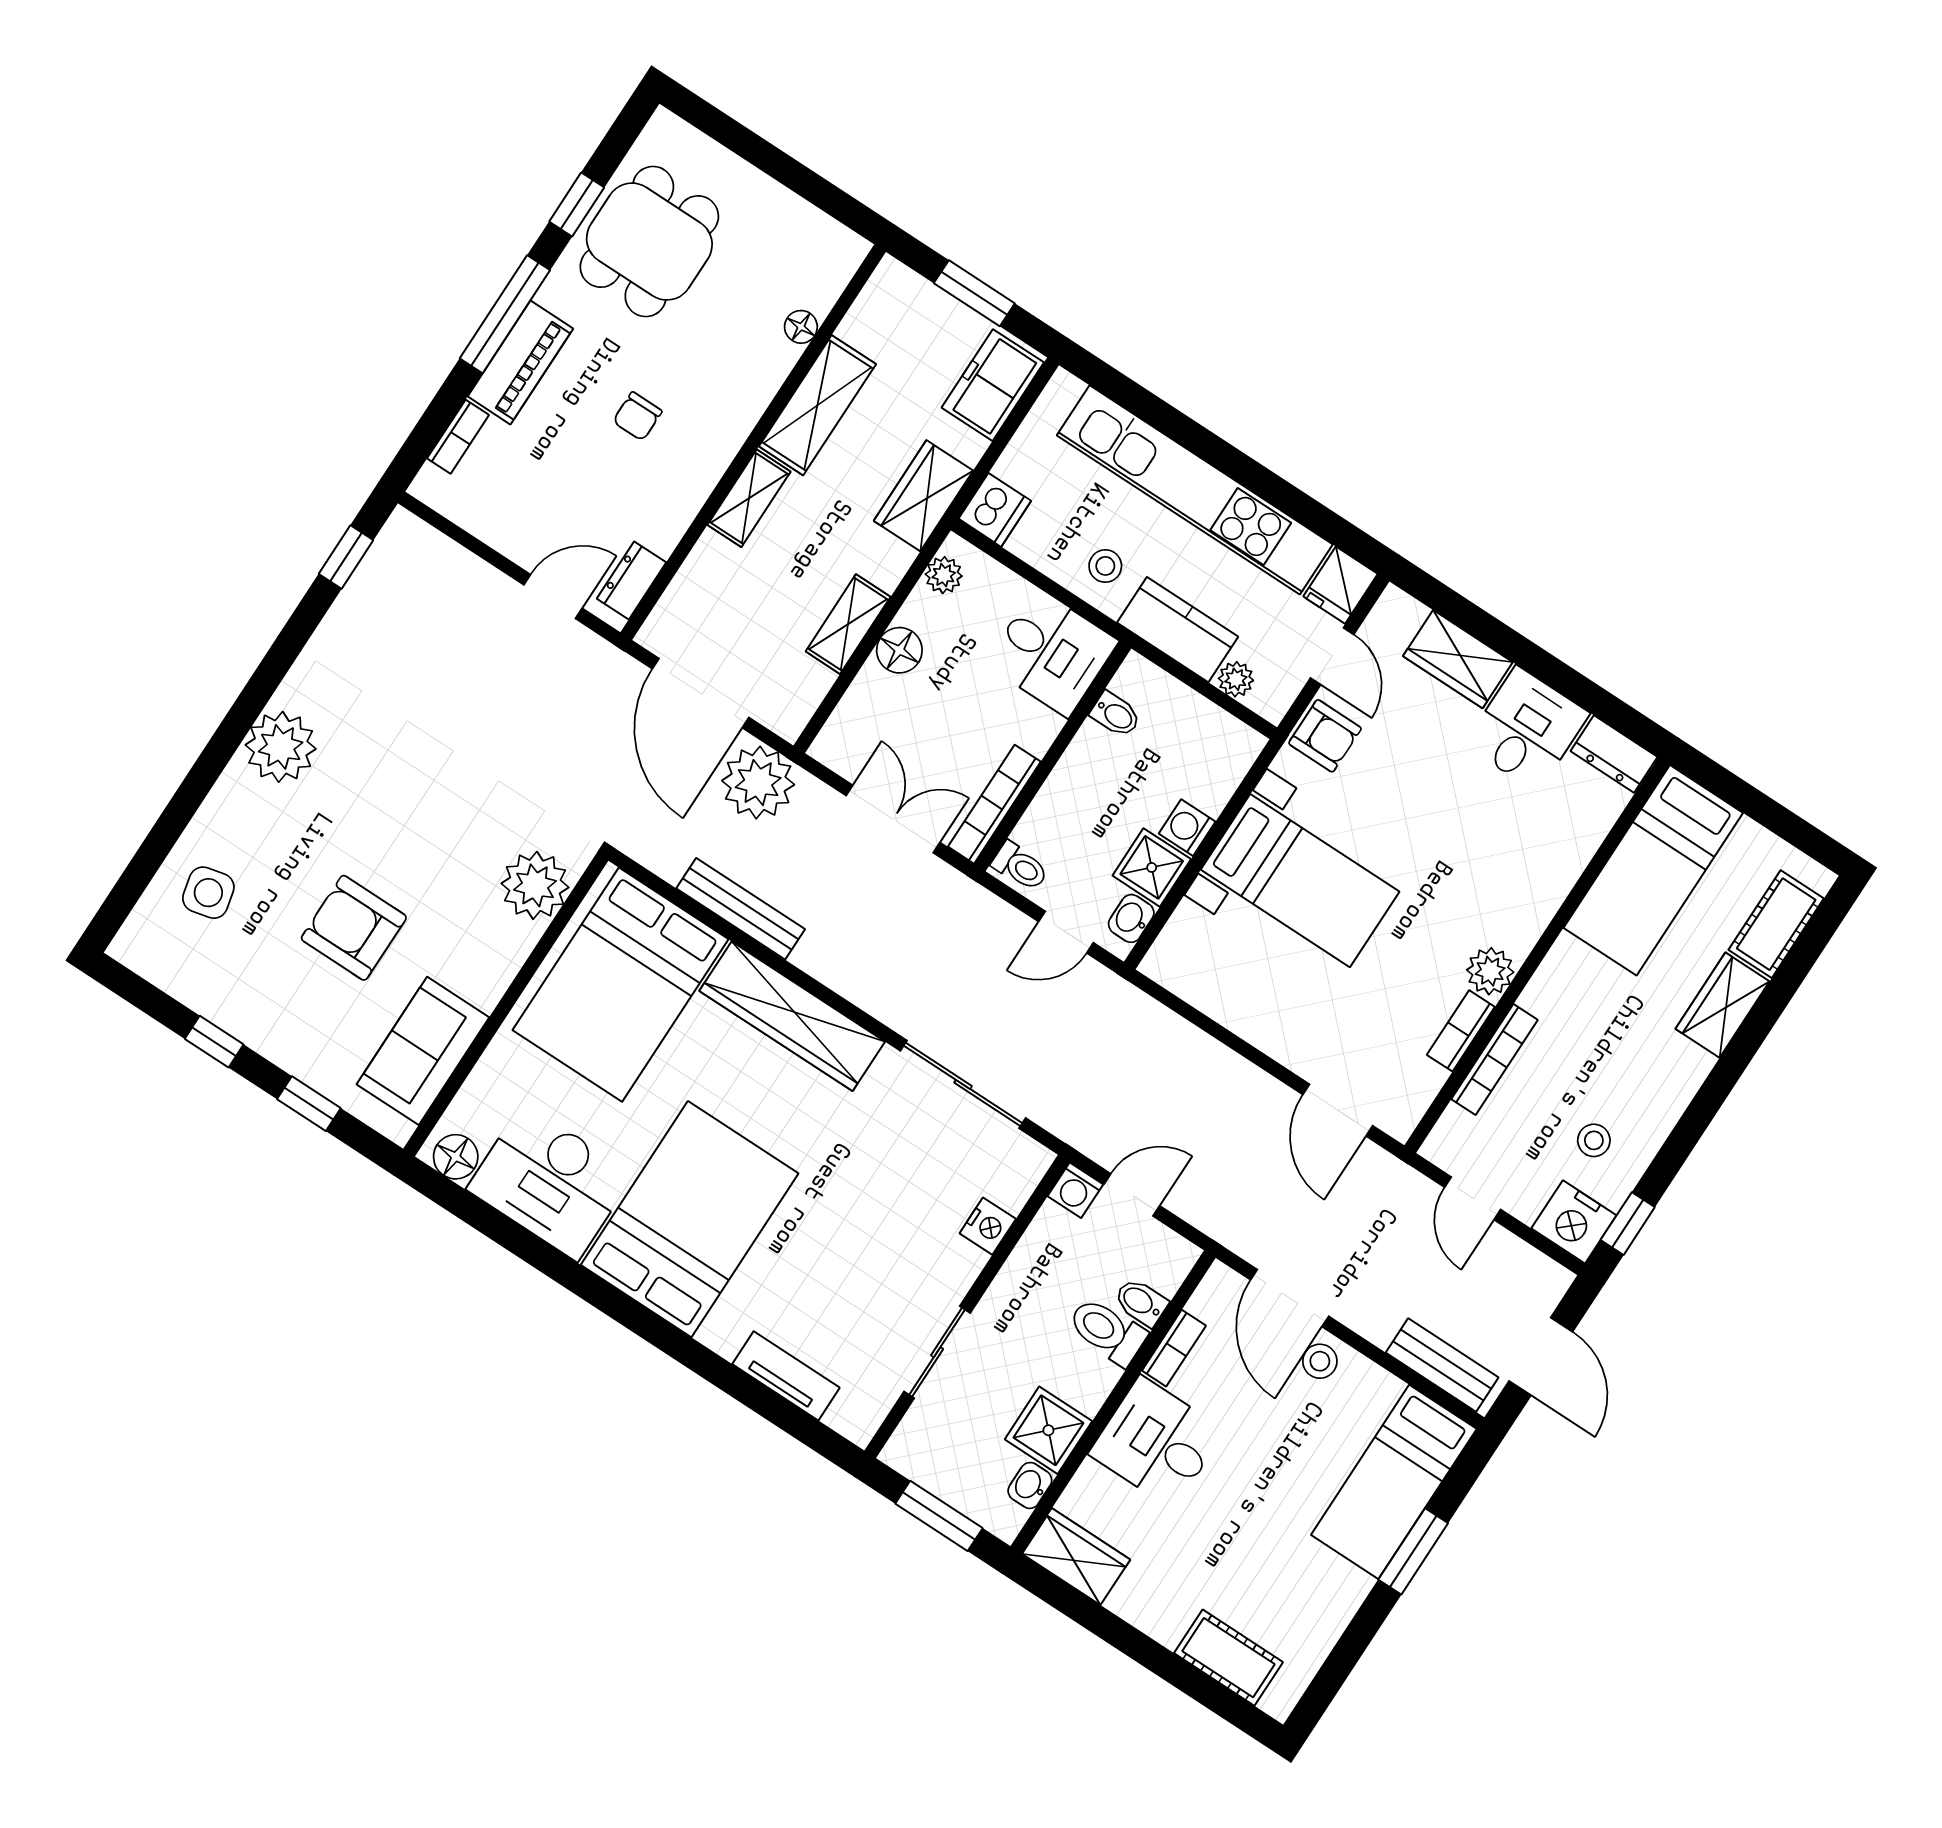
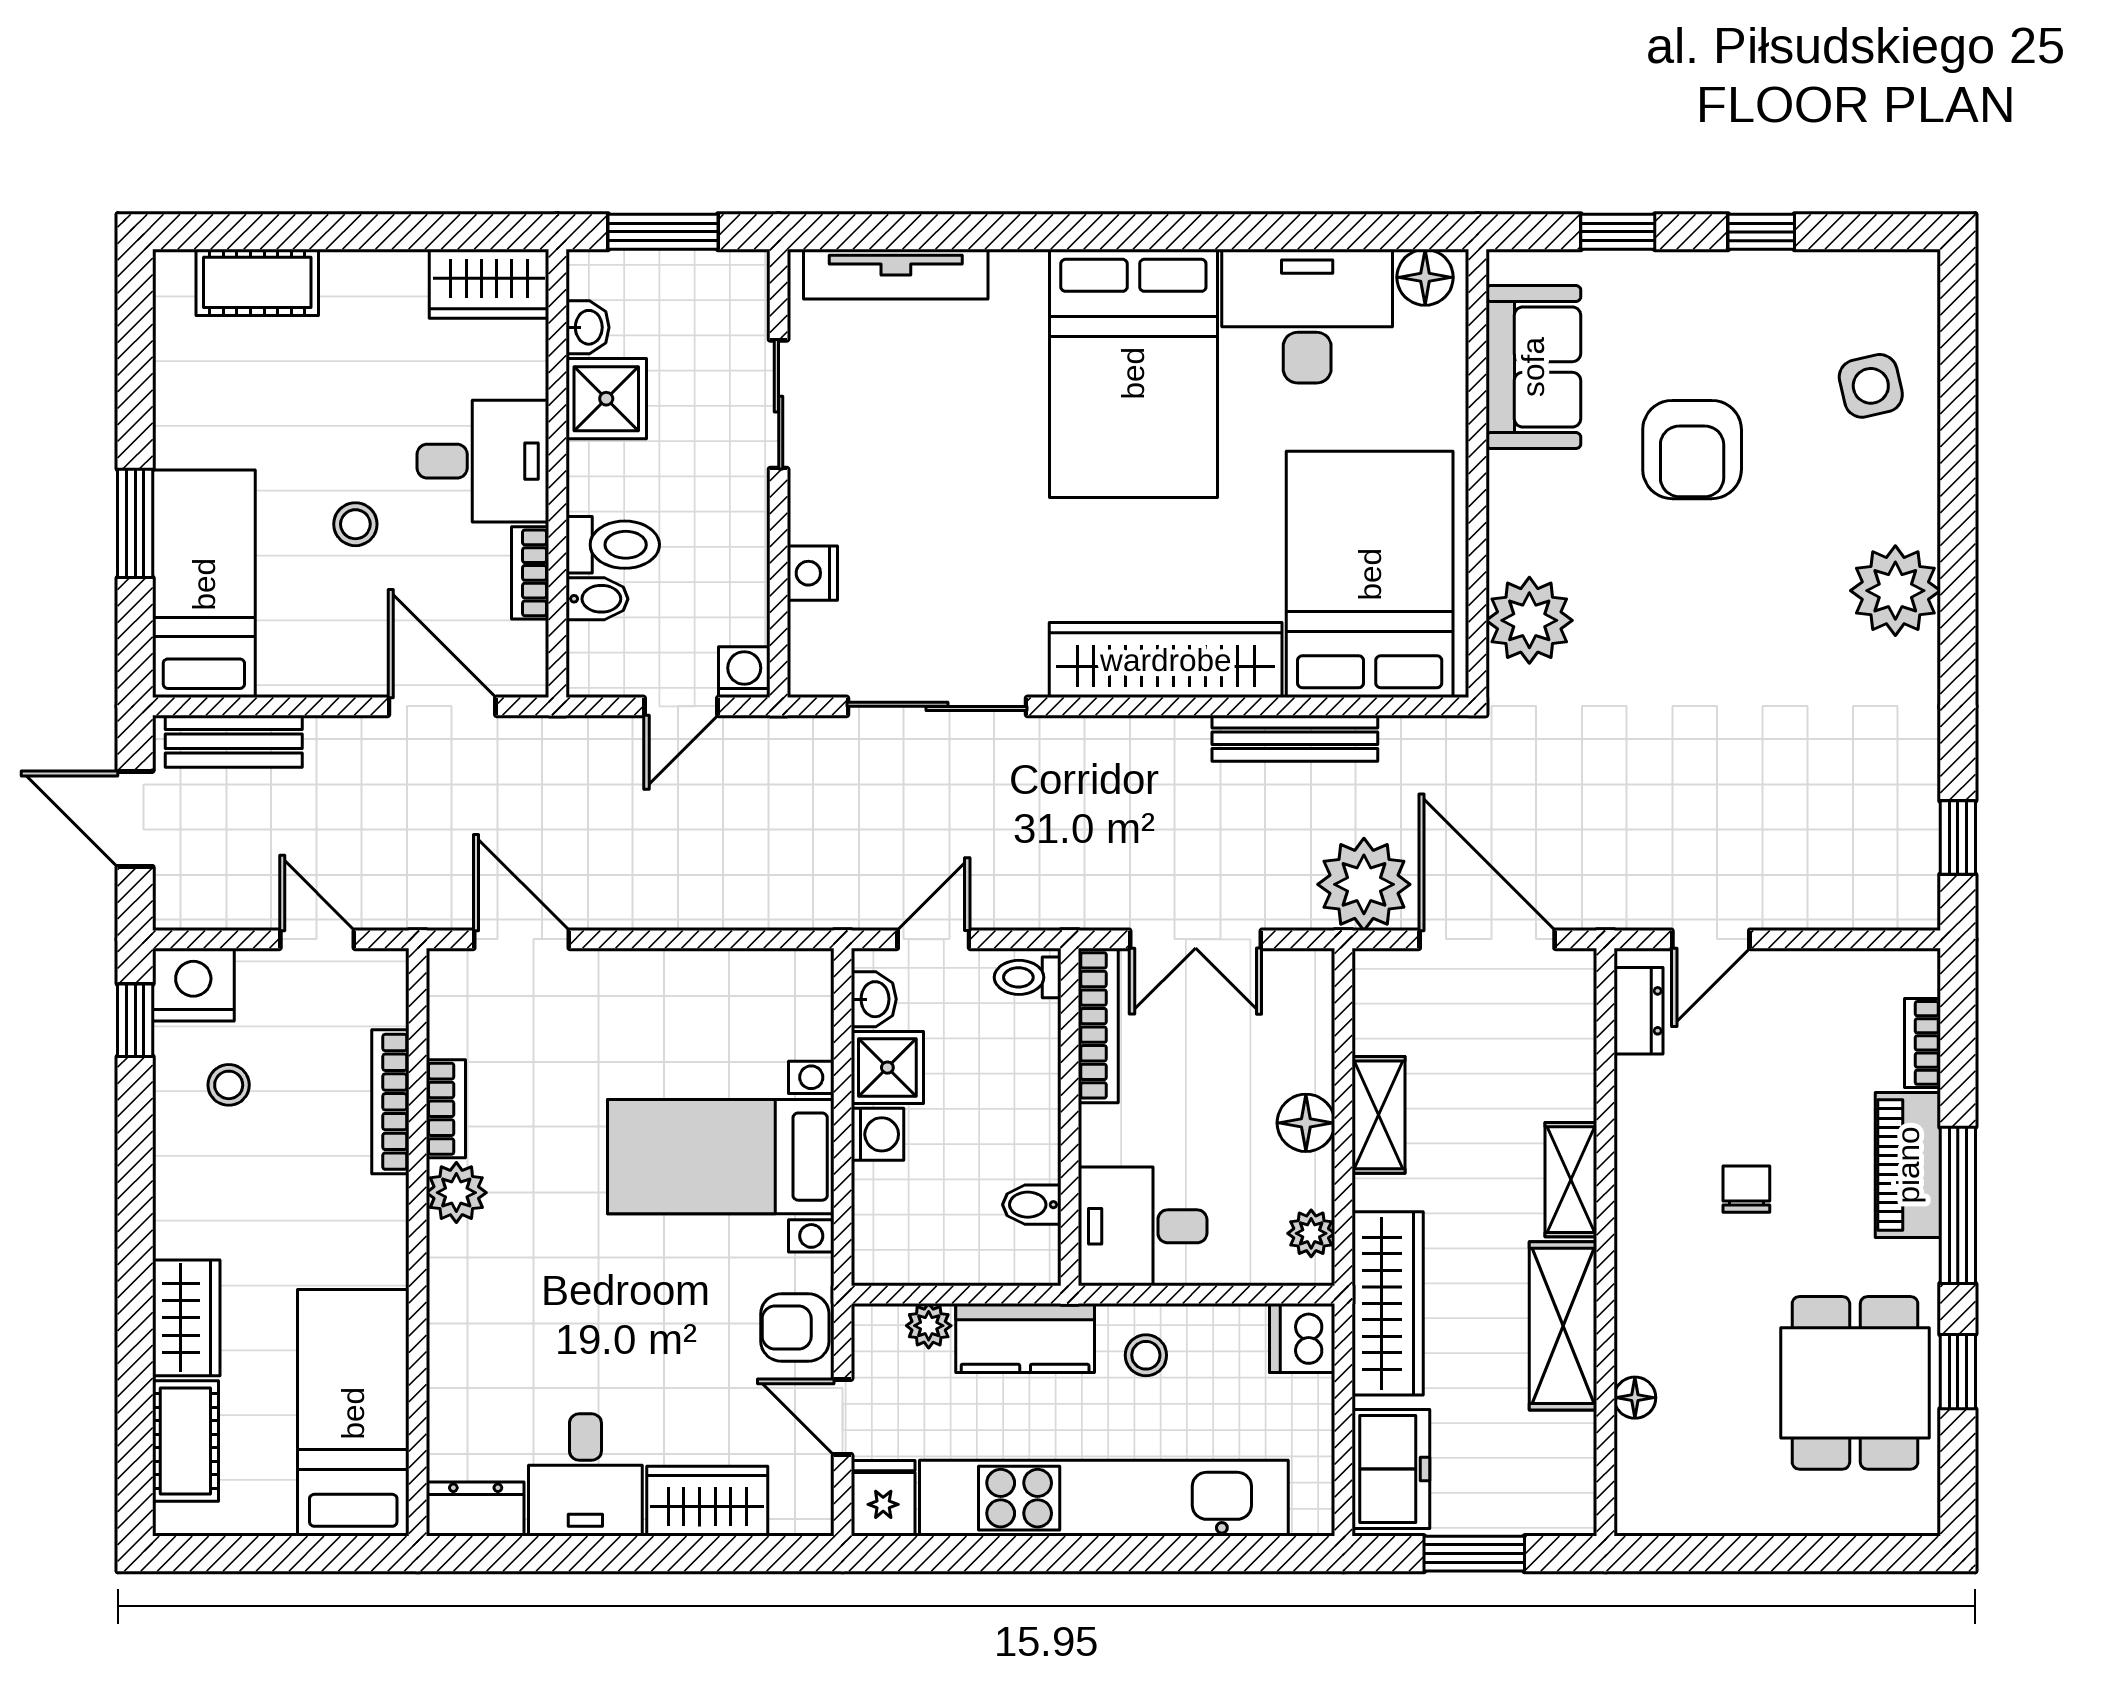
wardrobe: (923, 496) -> (1388, 1303), width x1.50
armchair: (354, 928) -> (1692, 450), turned 90
stool: (1320, 1361) -> (355, 524), moved
tv unit: (786, 1376) -> (896, 274), width x1.41

